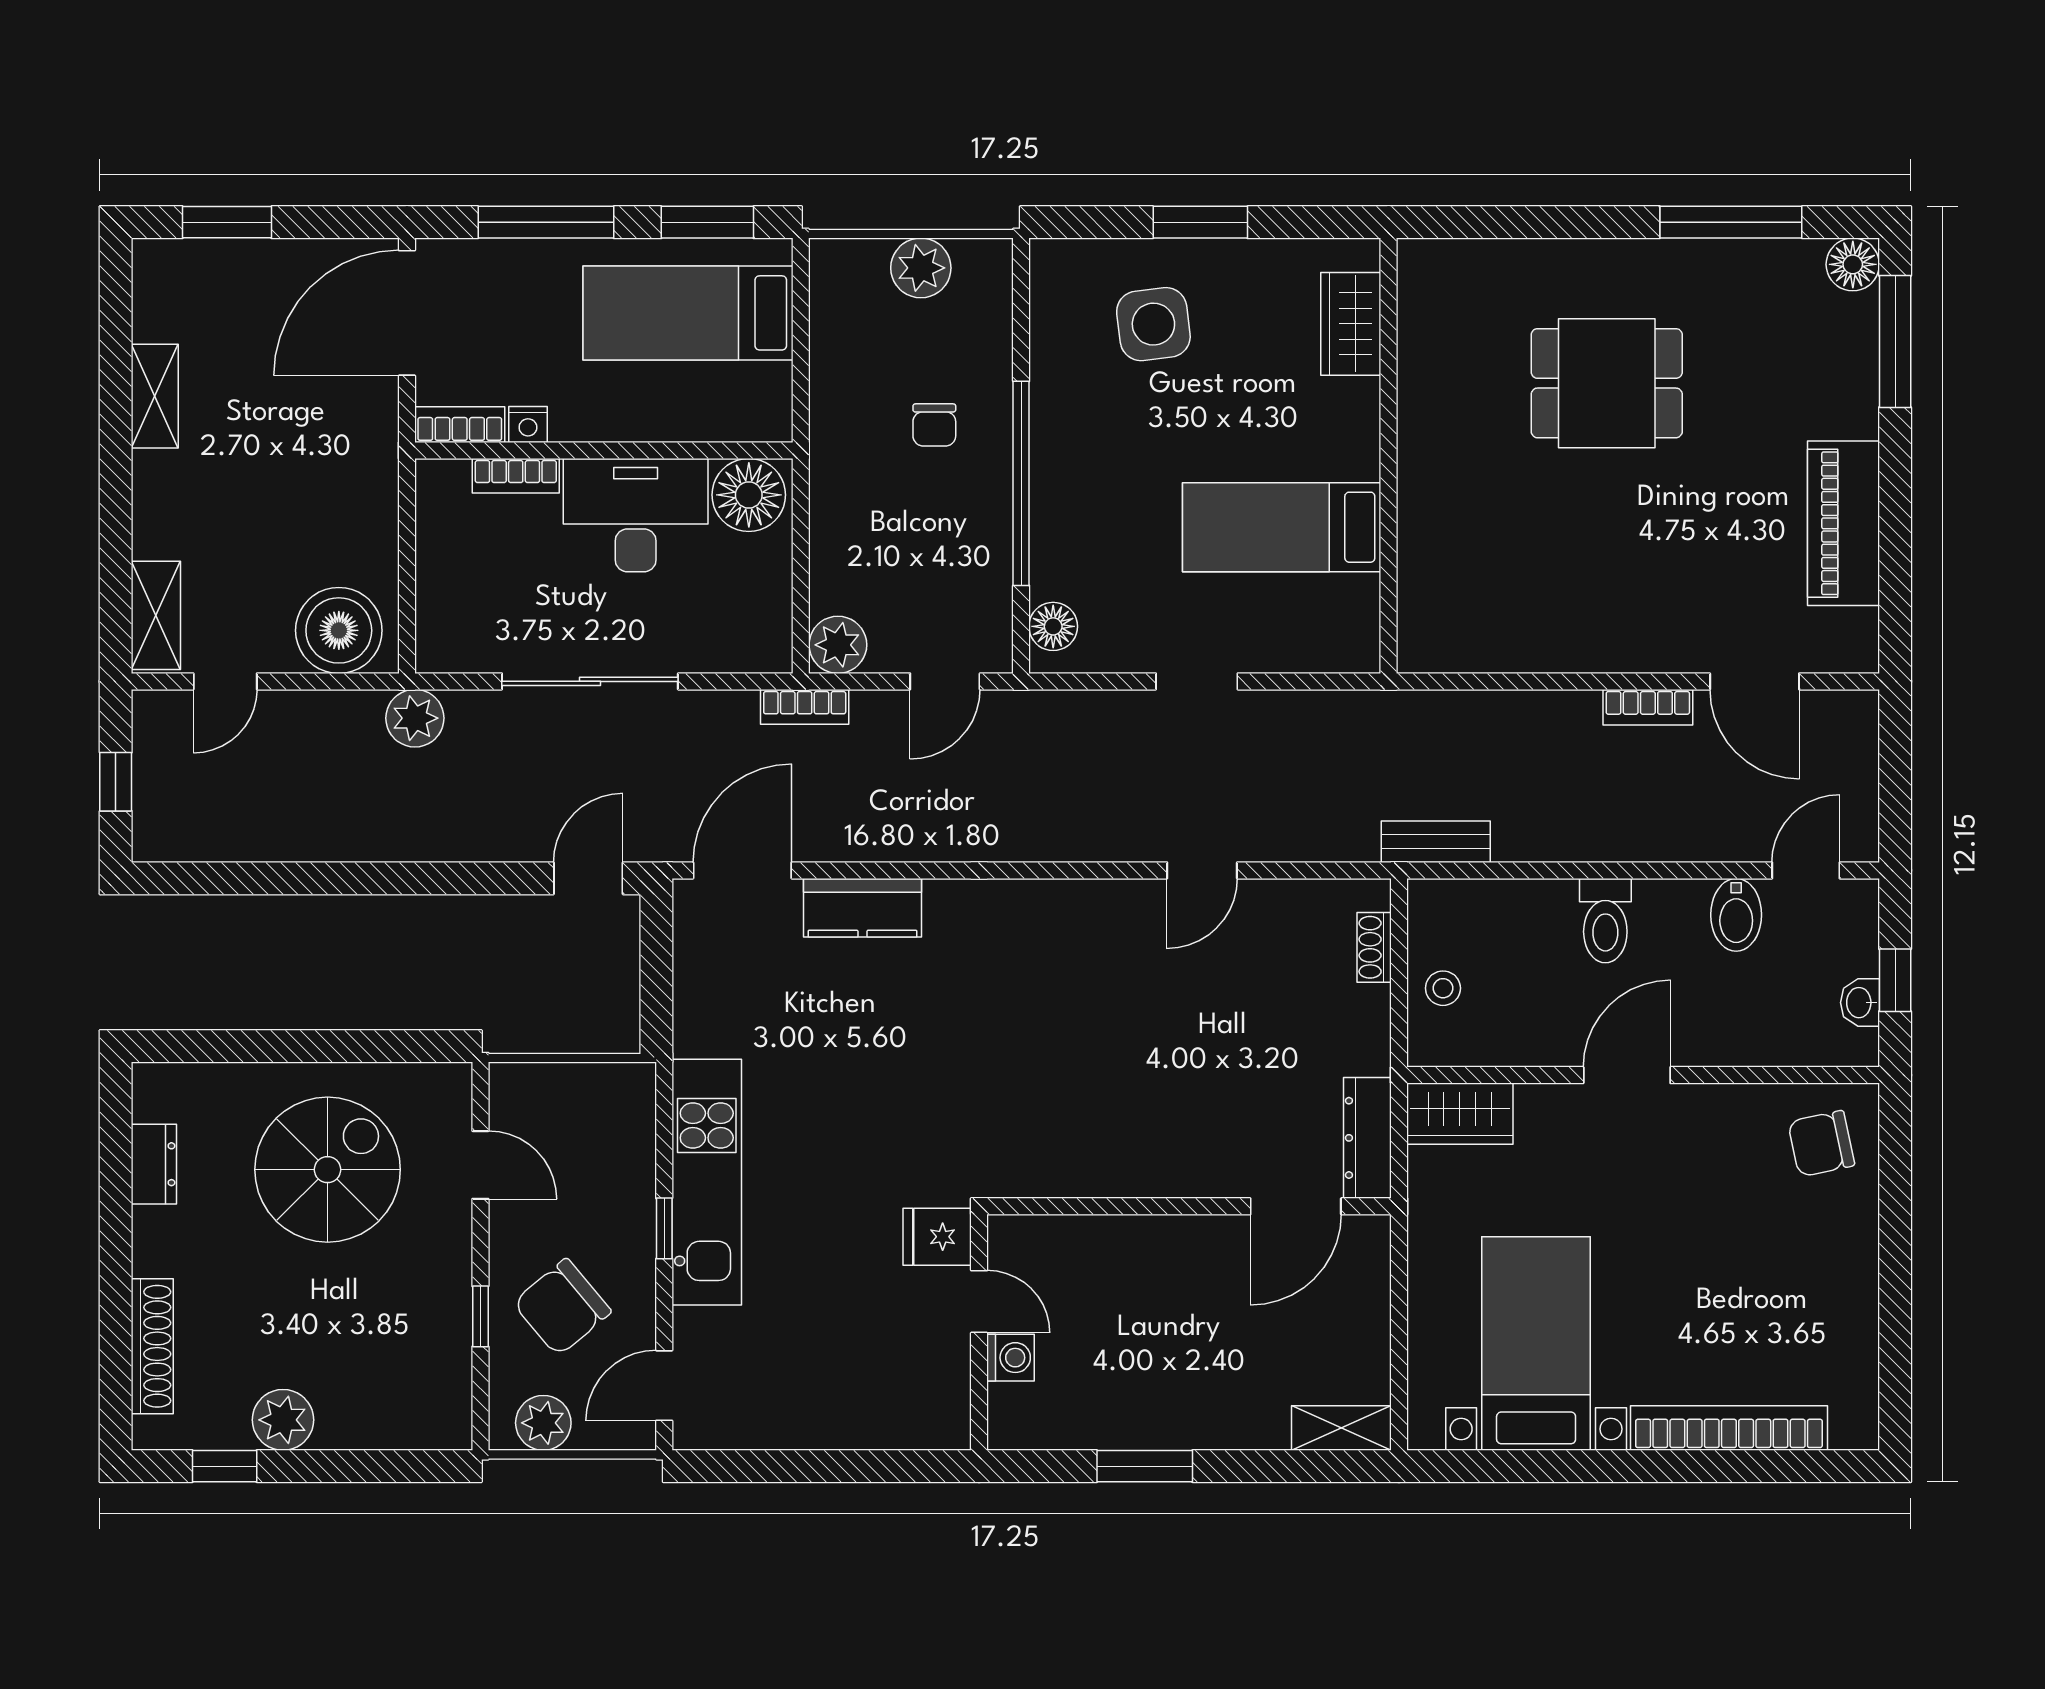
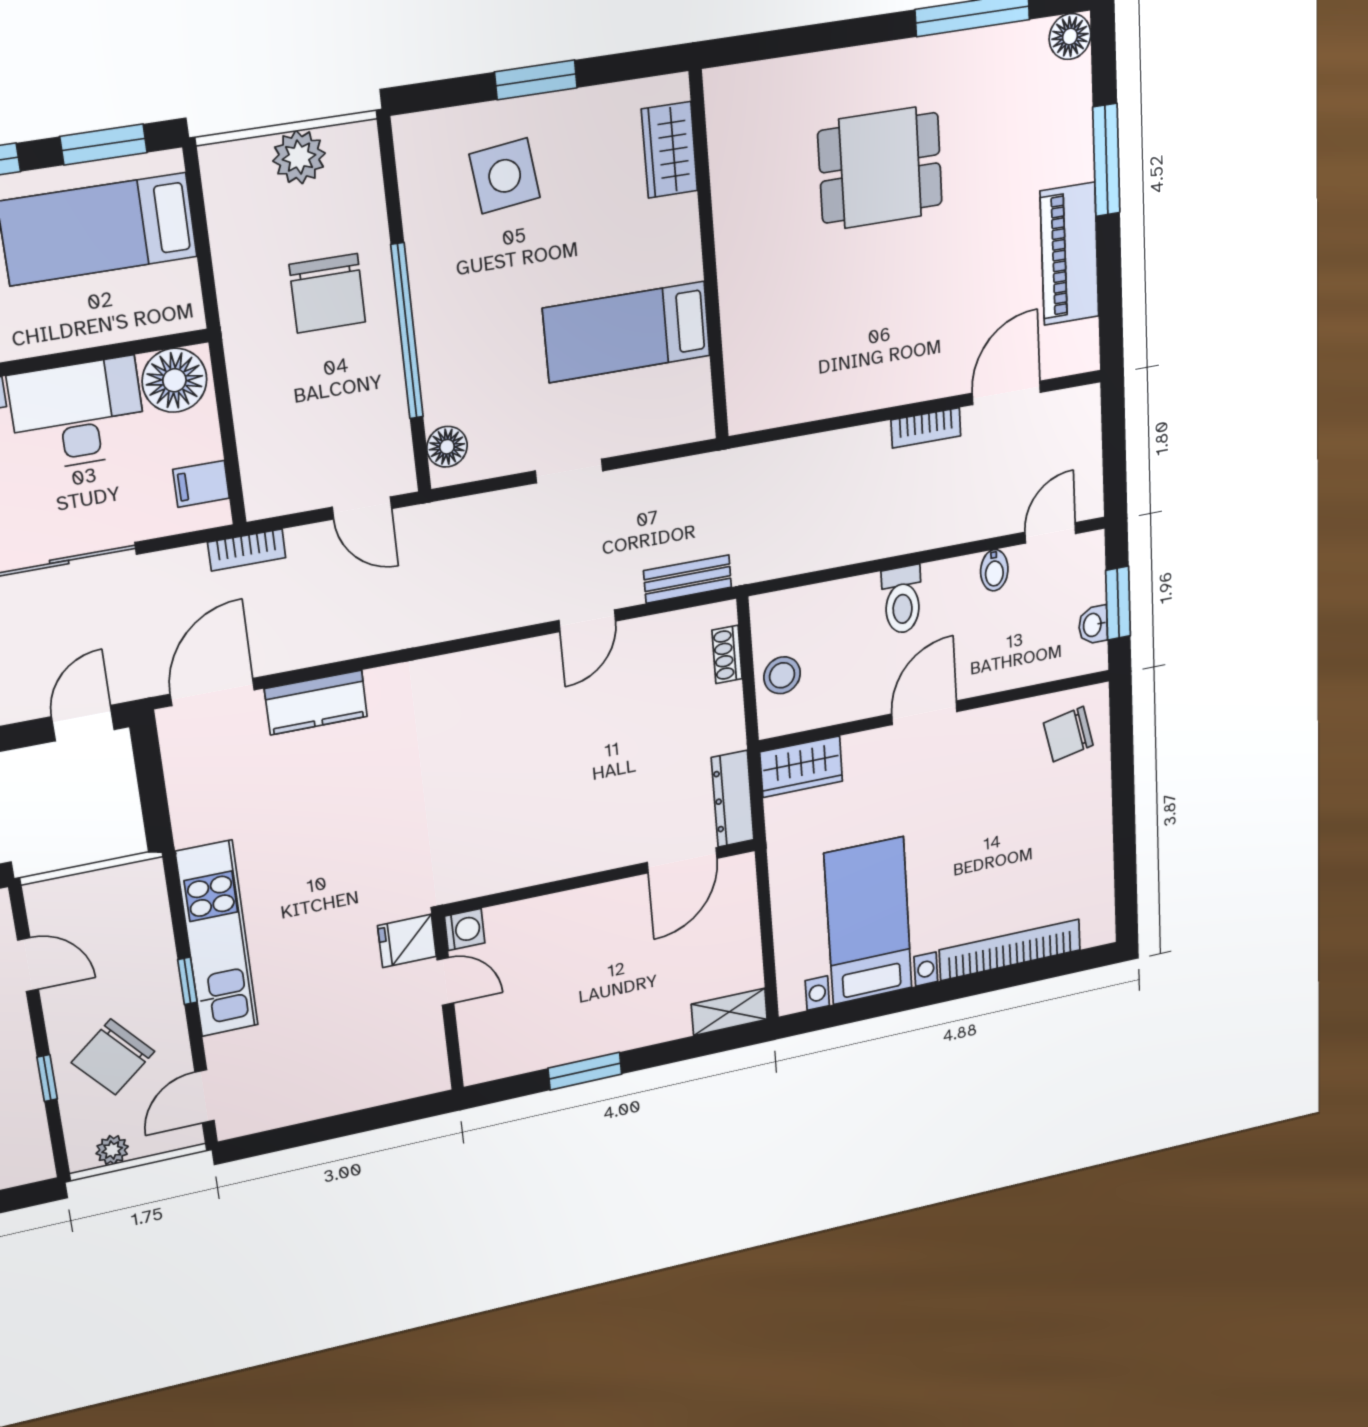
window: (1895, 342) -> (1106, 160), moved
chair: (934, 425) -> (327, 293), width x1.87, depth x1.87
filing cabinet: (763, 620) -> (201, 484), added
plant: (838, 645) -> (268, 494), removed
door: (945, 681) -> (362, 508), hinge flipped
door: (1755, 681) -> (1006, 393), swing flipped
bench: (1436, 842) -> (688, 579), moved
bidet: (1736, 915) -> (994, 570), width x0.72, depth x0.74
window: (1895, 980) -> (1118, 603), width x1.50
stool: (1443, 988) -> (782, 675), width x1.37, depth x1.37
washing machine: (1010, 1358) -> (465, 930), moved
plant: (543, 1423) -> (112, 1150), width x0.73, depth x0.73

